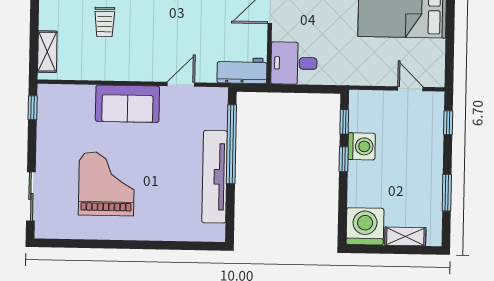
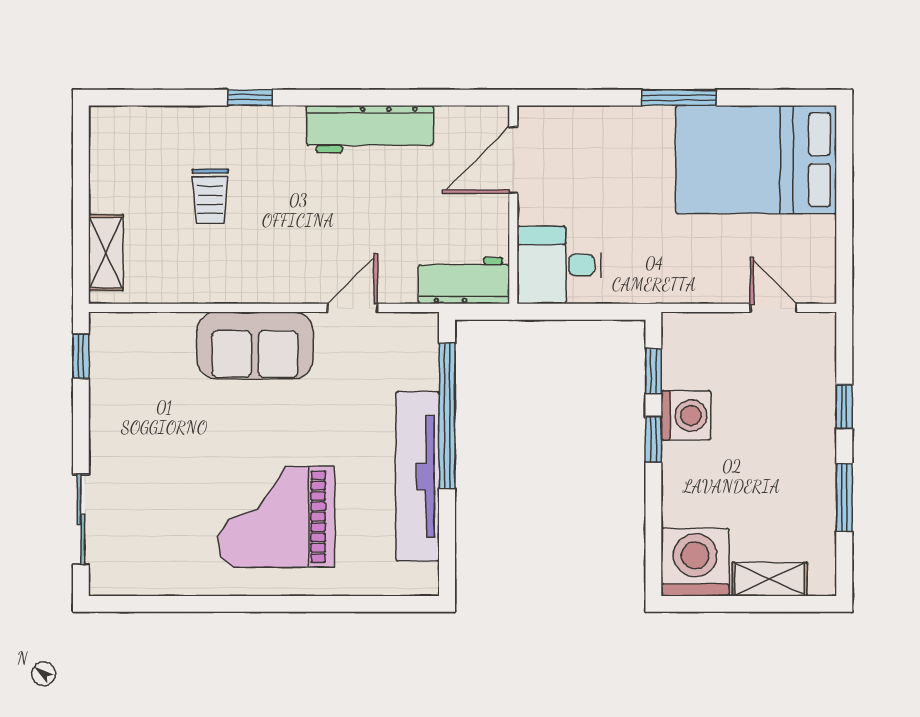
window: (448, 123) -> (844, 407), moved
grand piano: (106, 184) -> (276, 517), moved, turned -90

